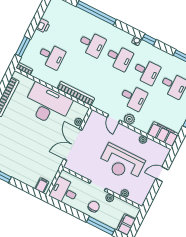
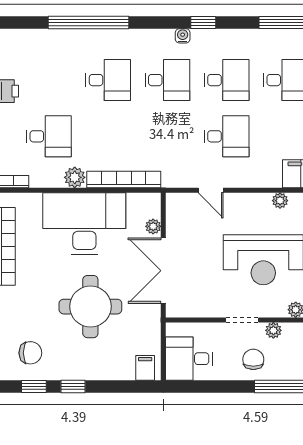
plant: (129, 119) -> (75, 177), moved
round table: (31, 144) -> (90, 307), added

